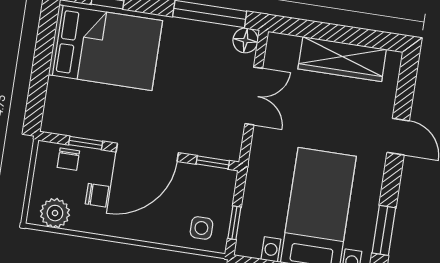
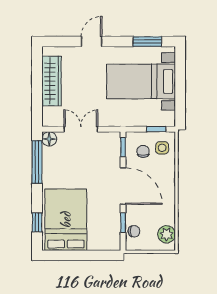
chair: (97, 195) -> (143, 151), moved

